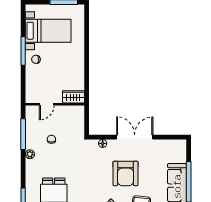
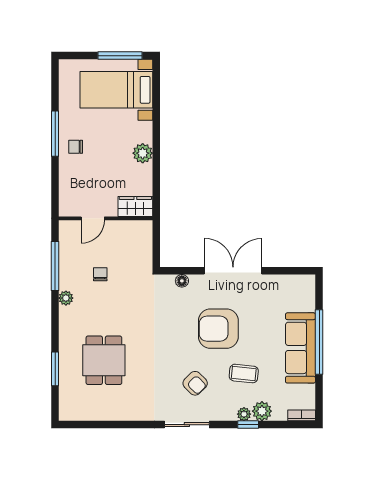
bed with nightstands: (48, 31) -> (116, 90), moved, turned 180
plant: (78, 63) -> (143, 153), added
armchair: (125, 173) -> (218, 329), turned 90

